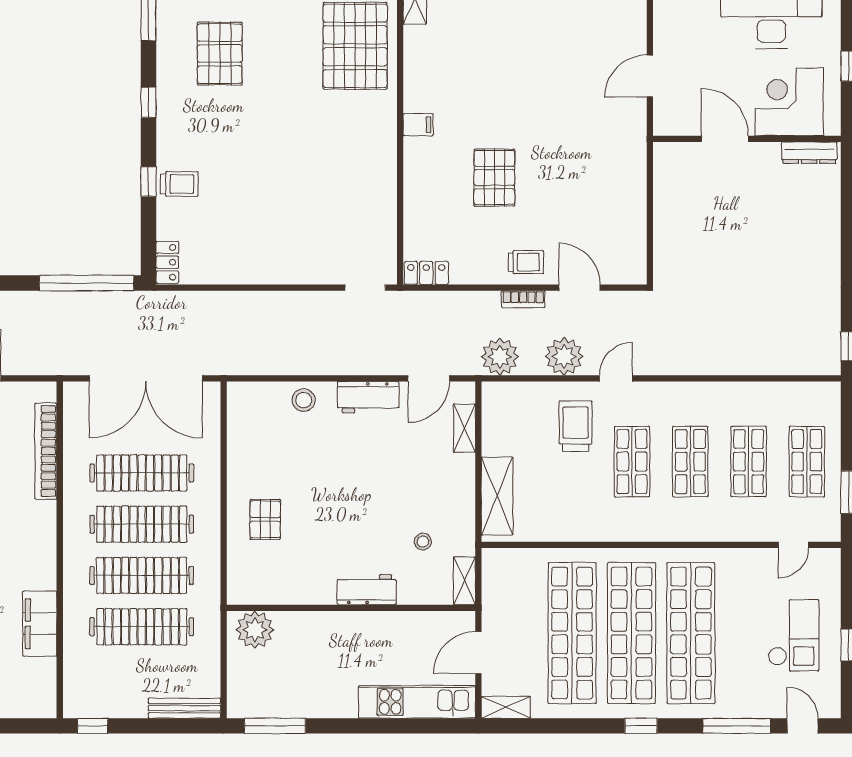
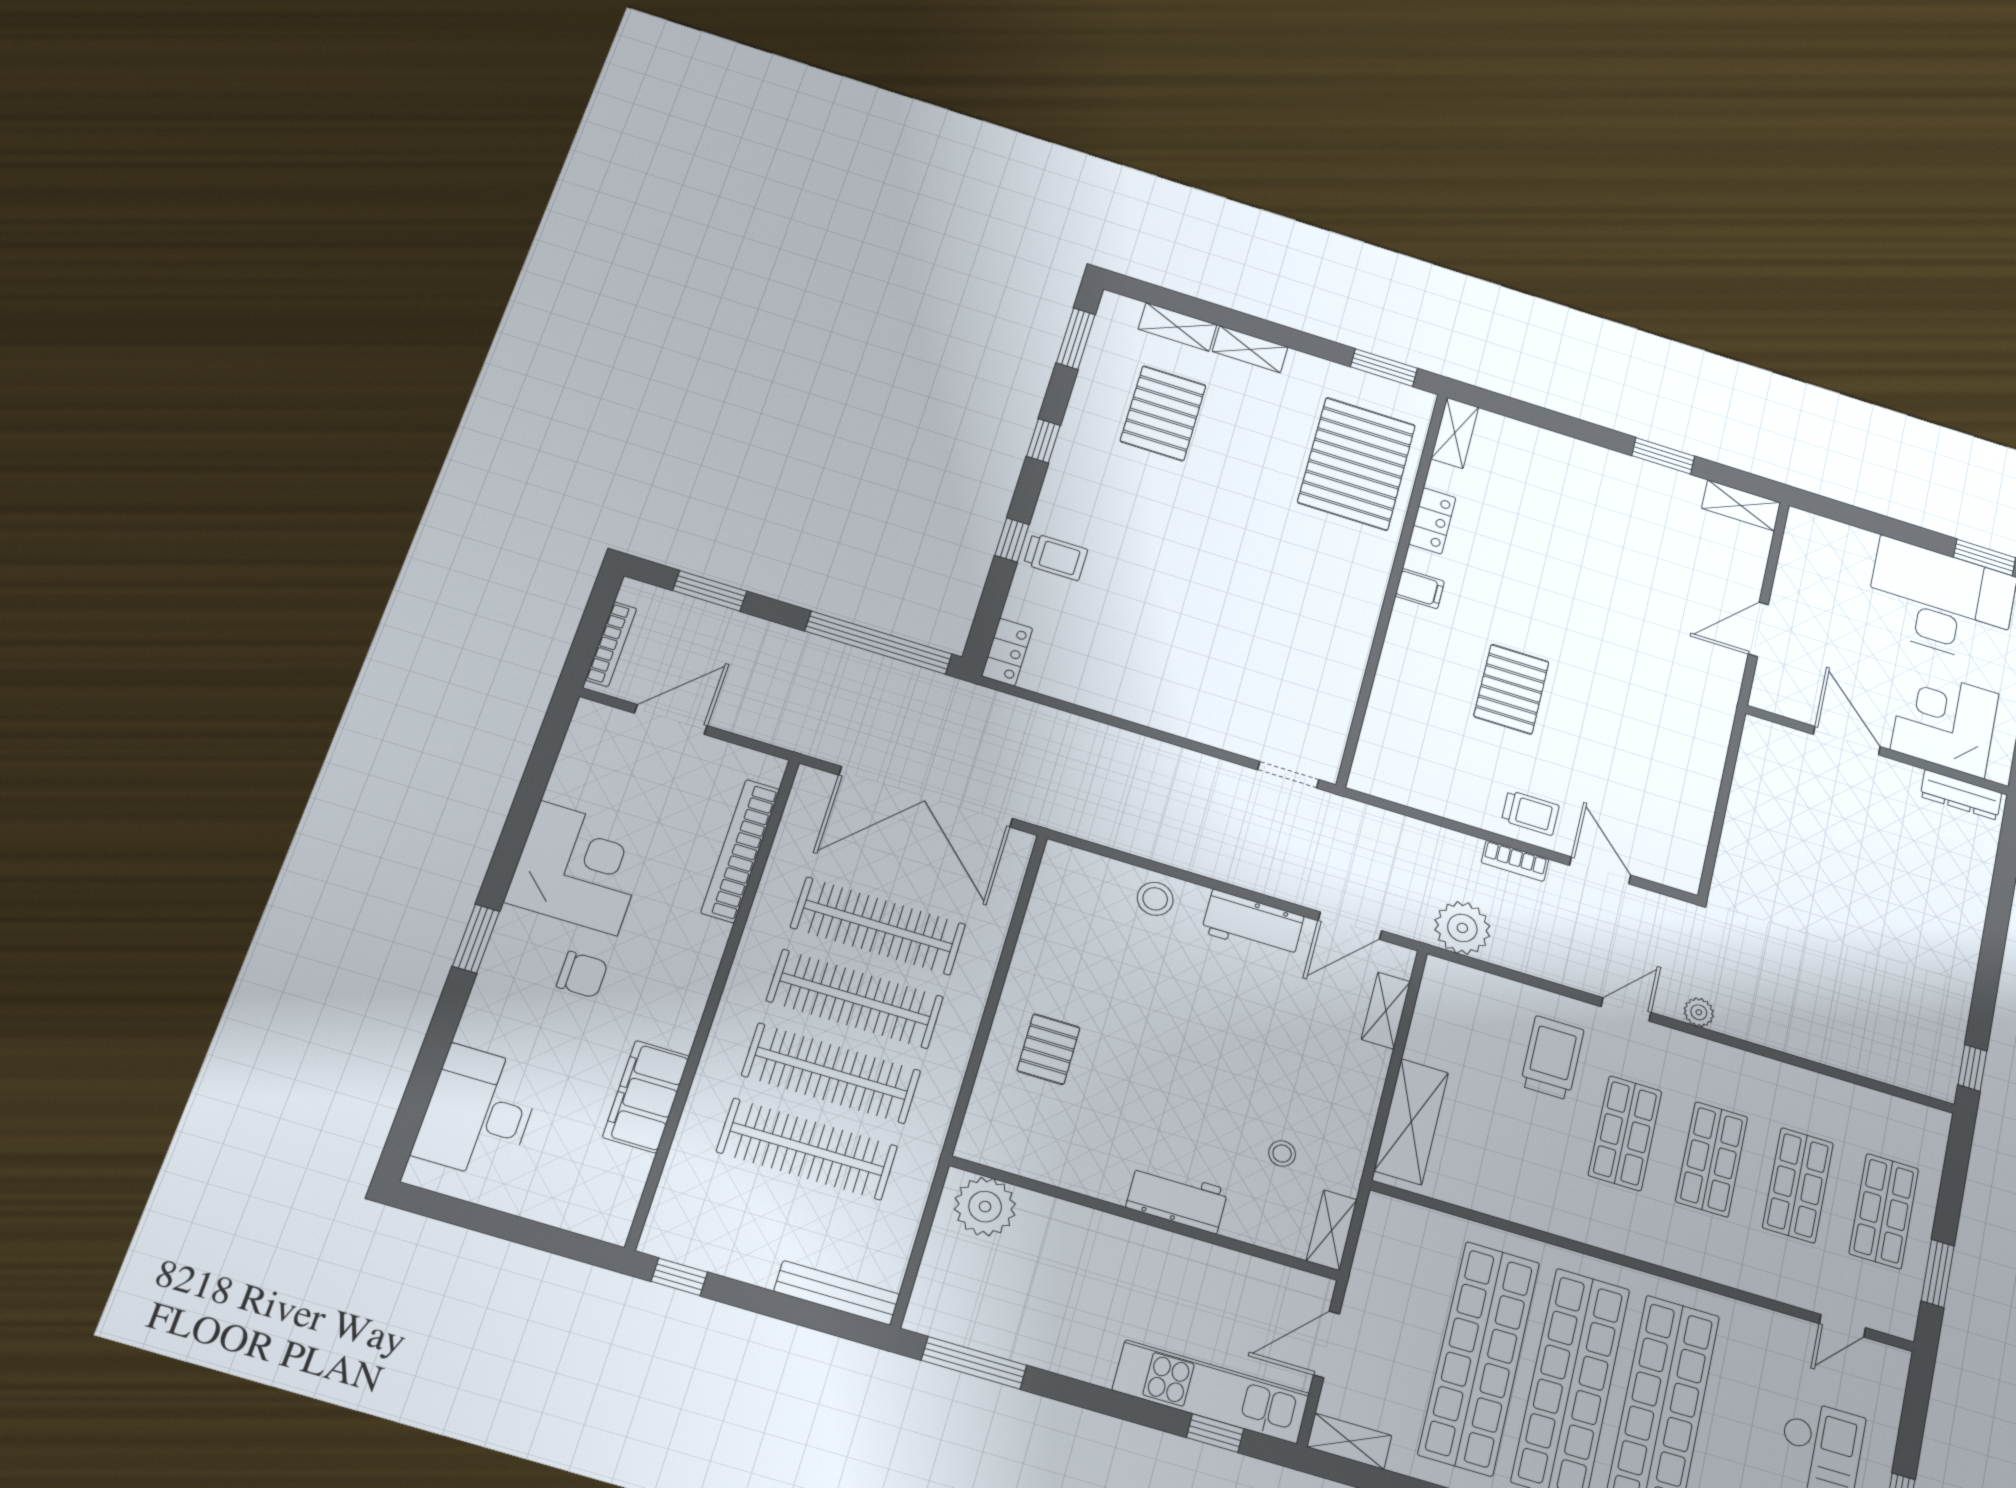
locker: (426, 273) -> (1432, 521), moved, turned 90
plant: (564, 356) -> (1699, 1012), moved, width x0.53, depth x0.53
window: (426, 726) -> (1215, 1433), added

